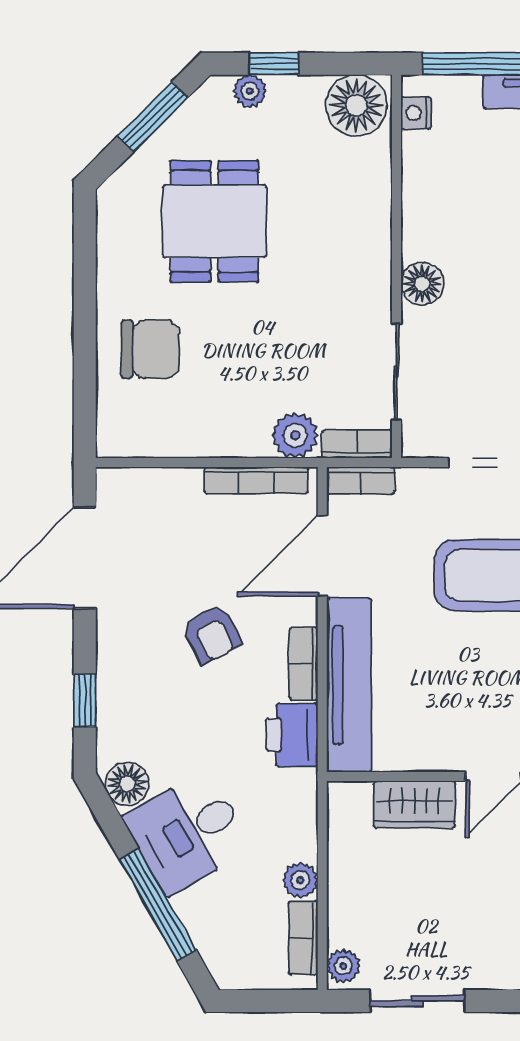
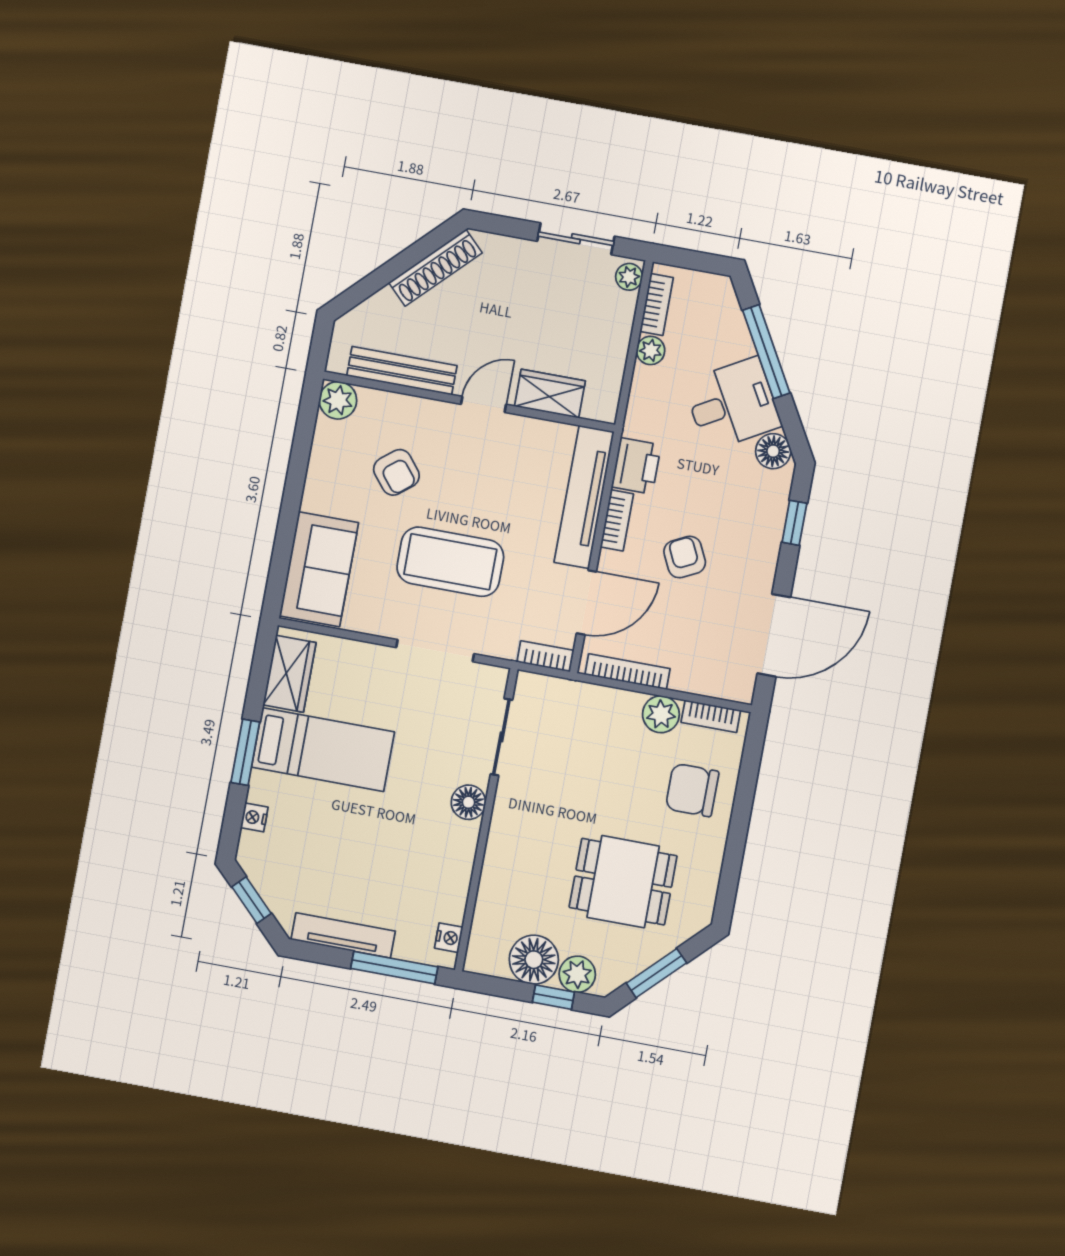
plant: (250, 91) -> (577, 974), width x1.38, depth x1.38
floor lamp: (356, 105) -> (534, 960), moved
dining table: (214, 221) -> (623, 882), turned 90
plant: (295, 435) -> (661, 714), moved
bookcase: (357, 444) -> (711, 716), moved

